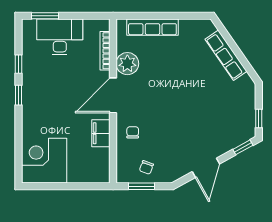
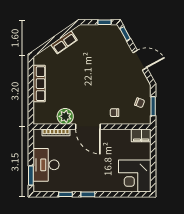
row of seats: (152, 27) -> (39, 84), moved
row of seats: (226, 55) -> (64, 42), width x0.68
filing cabinet: (101, 133) -> (141, 135), moved

